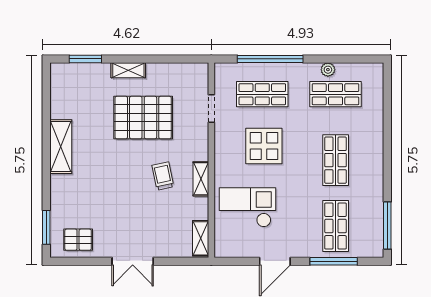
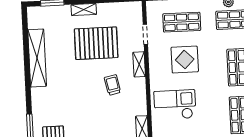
shelving: (61, 147) -> (37, 58), width x1.47
shelving: (201, 179) -> (139, 64), moved

